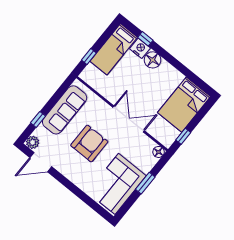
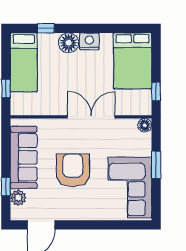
nightstand: (140, 48) -> (89, 41), moved
plant: (33, 142) -> (18, 198), moved

